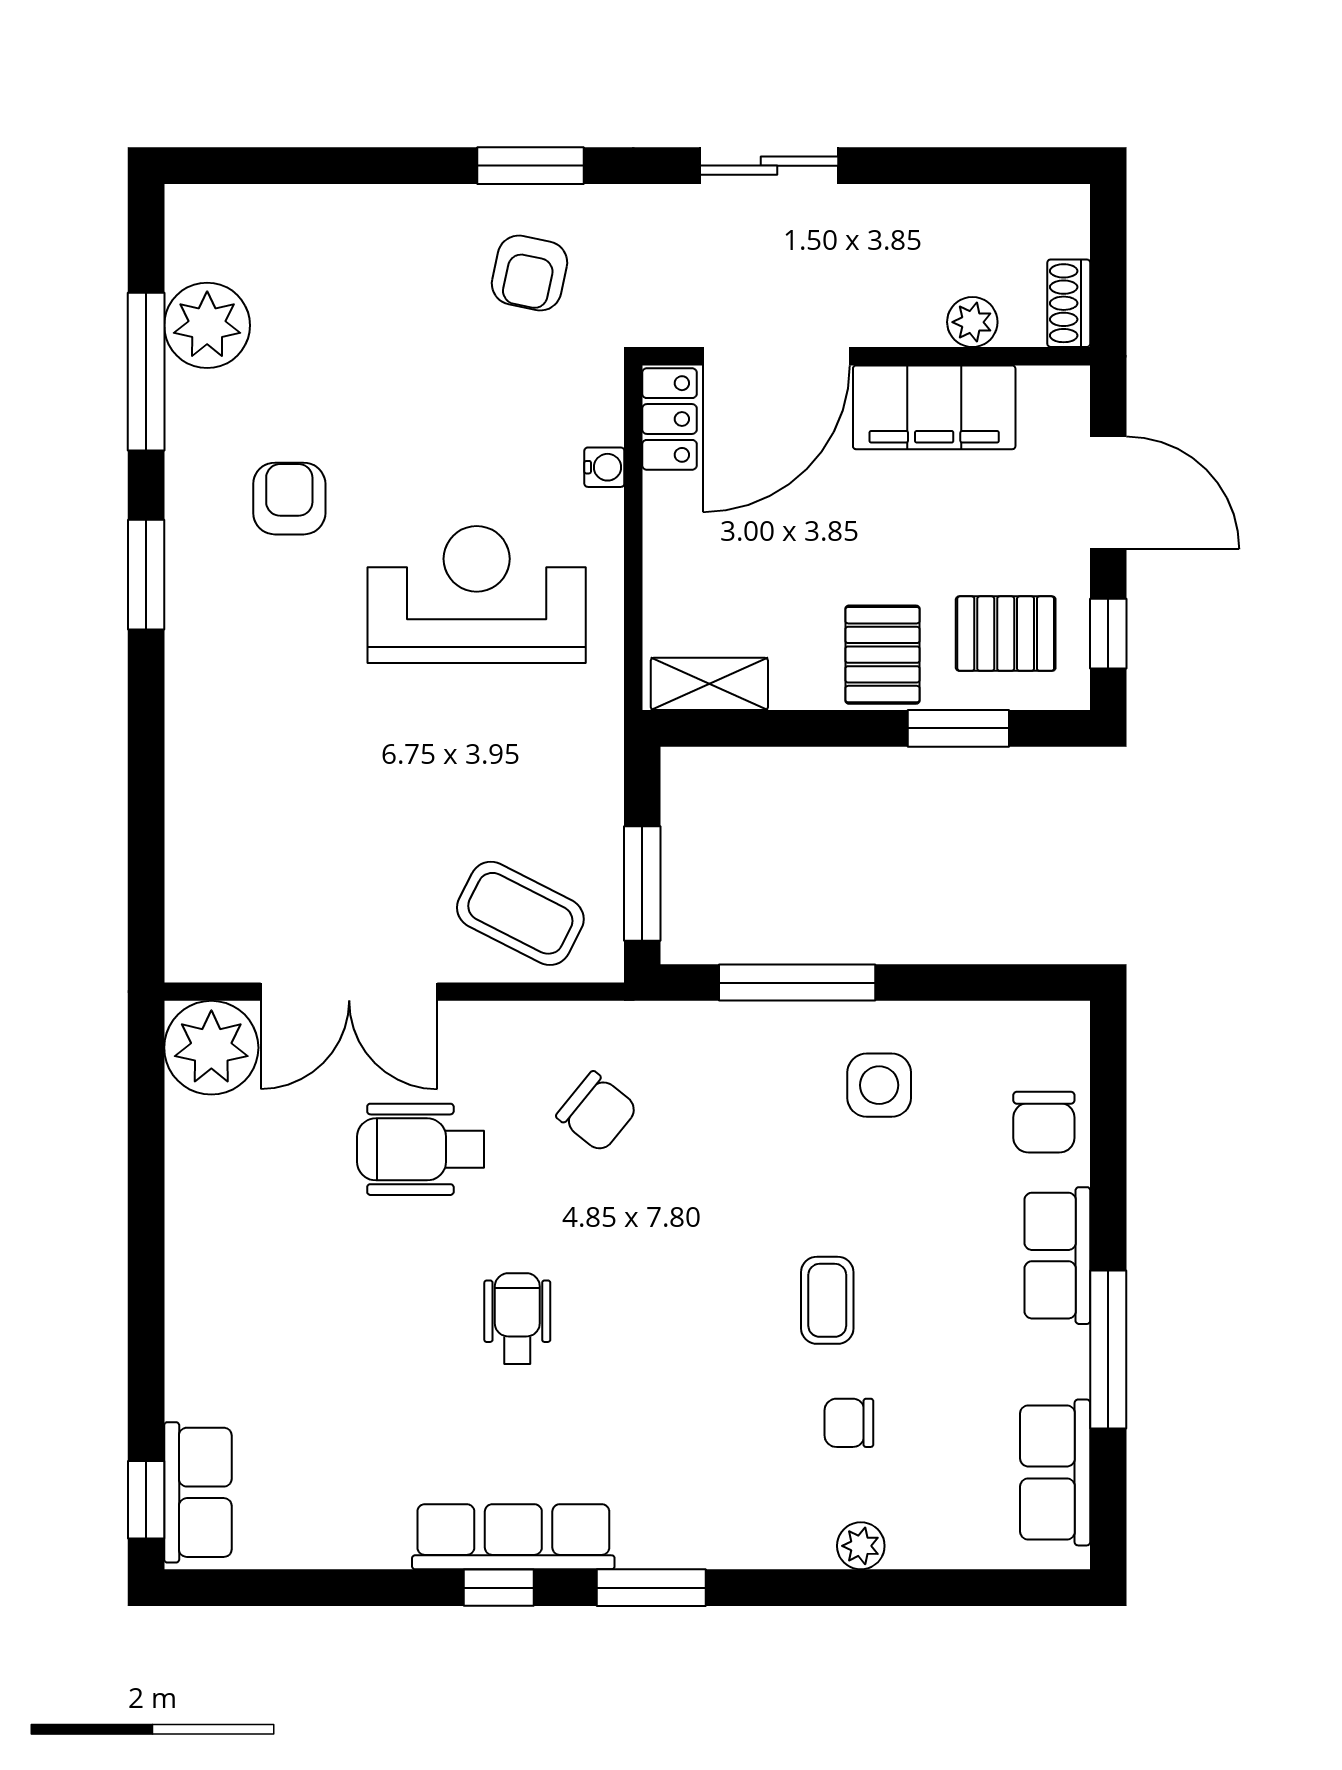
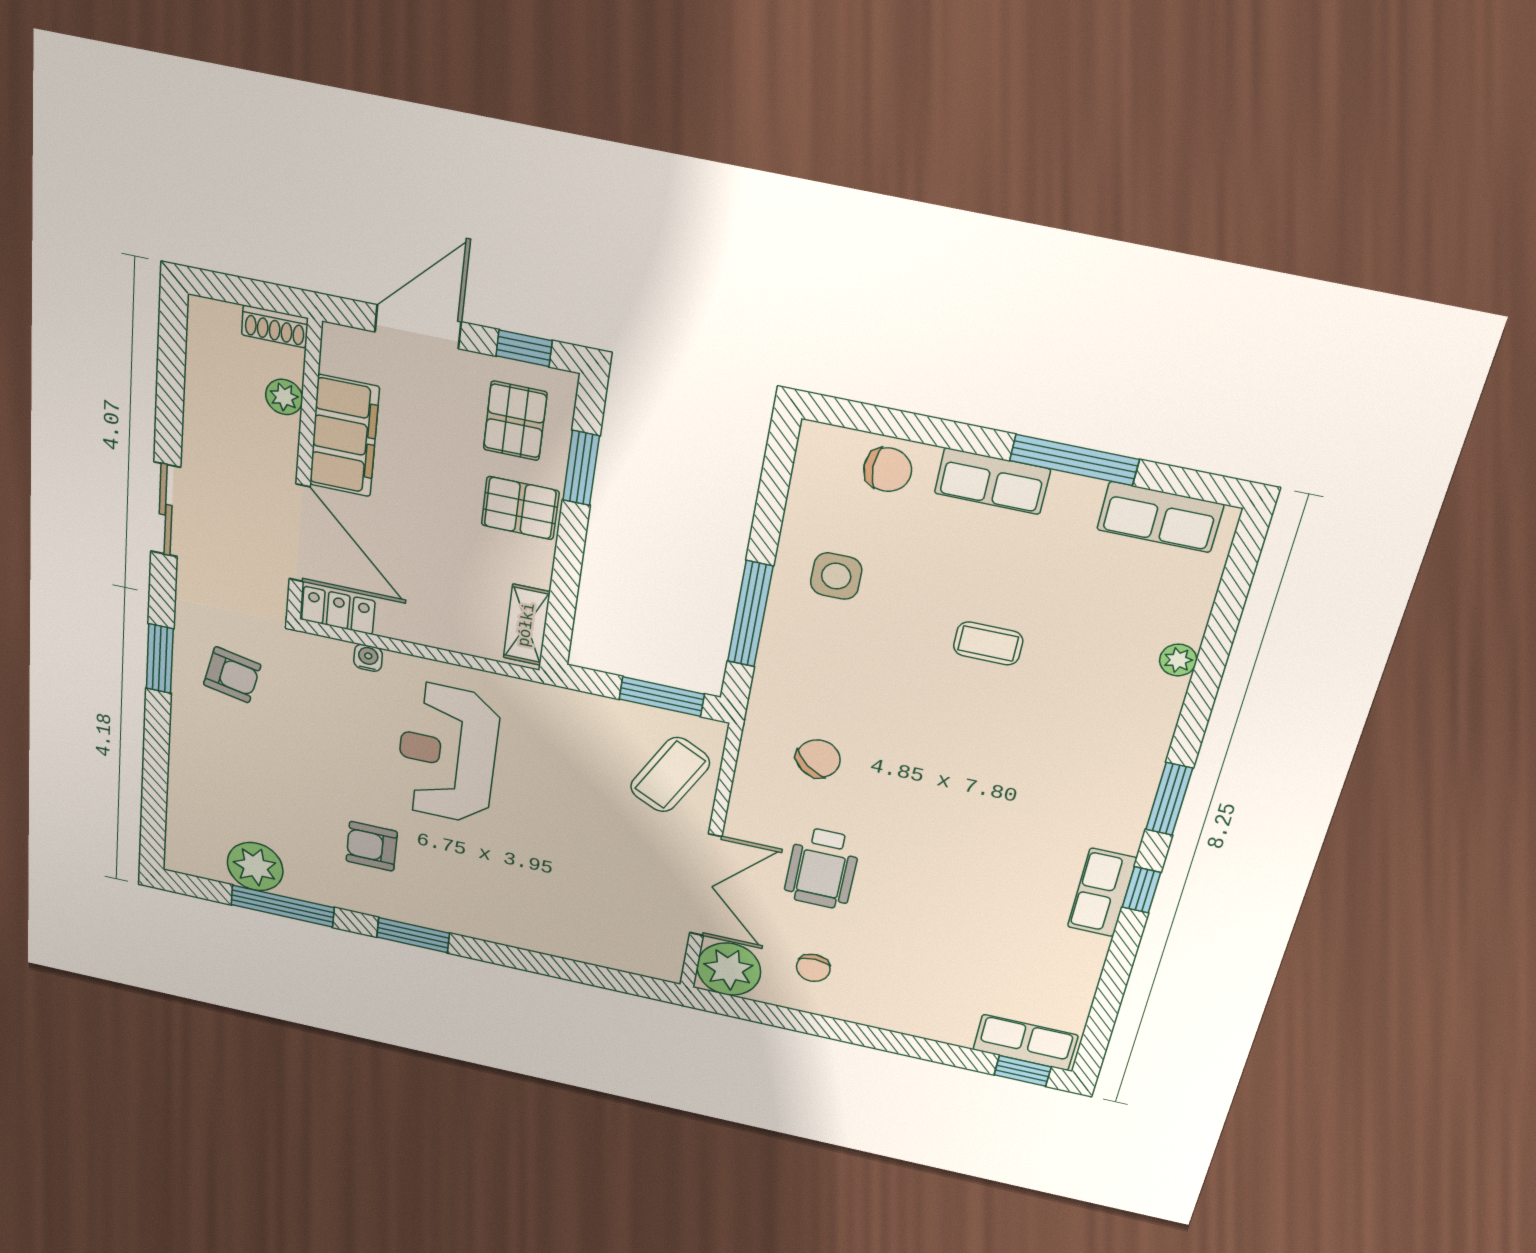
wheelchair: (517, 1318) -> (953, 838), removed
chair: (849, 1423) -> (813, 968), moved
row of seats: (513, 1537) -> (1102, 893), width x0.68

